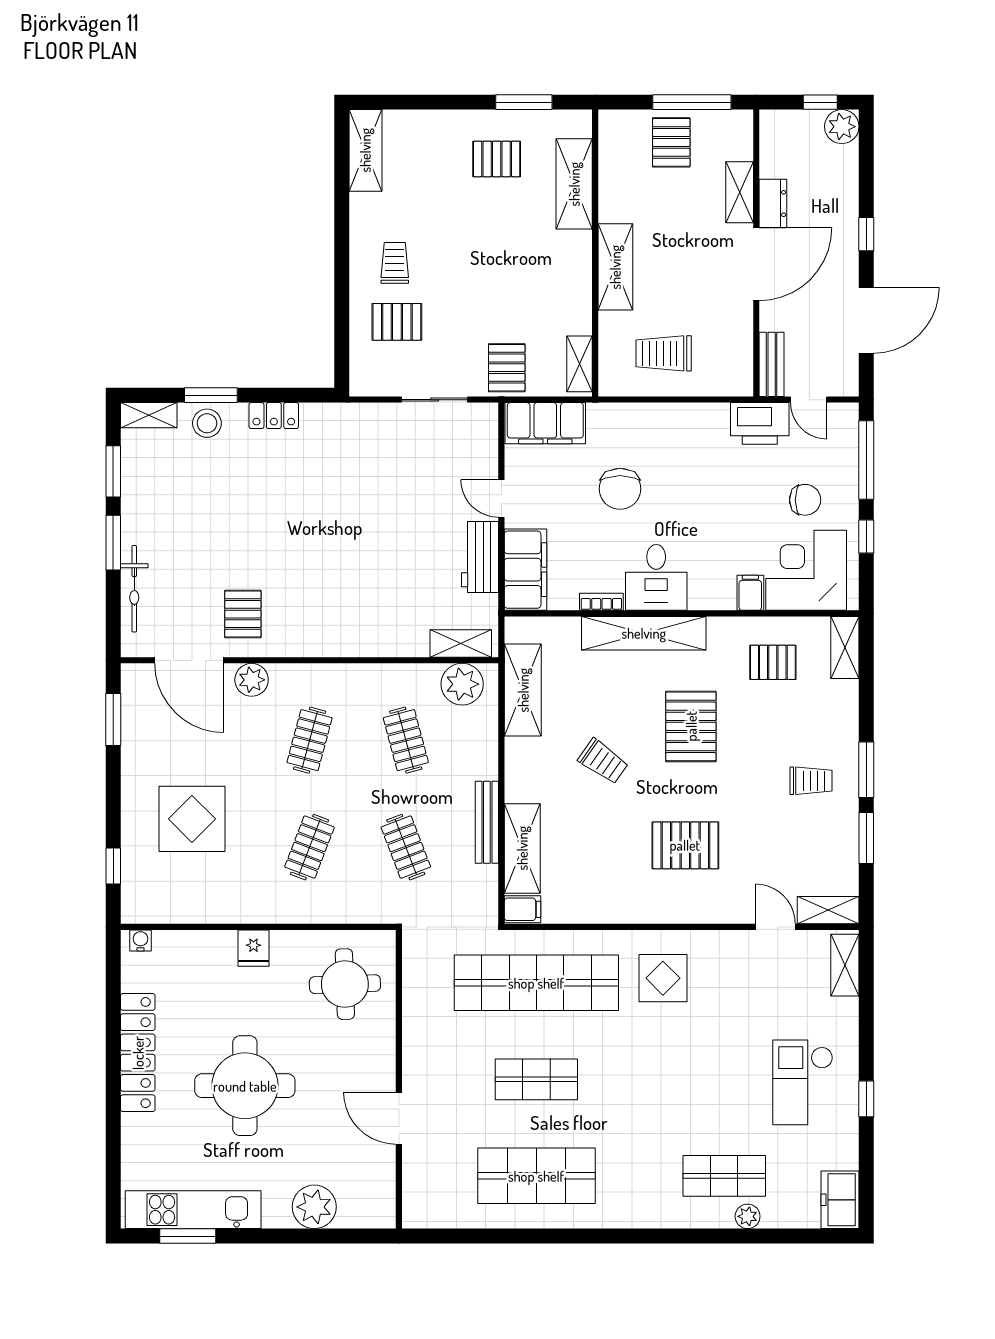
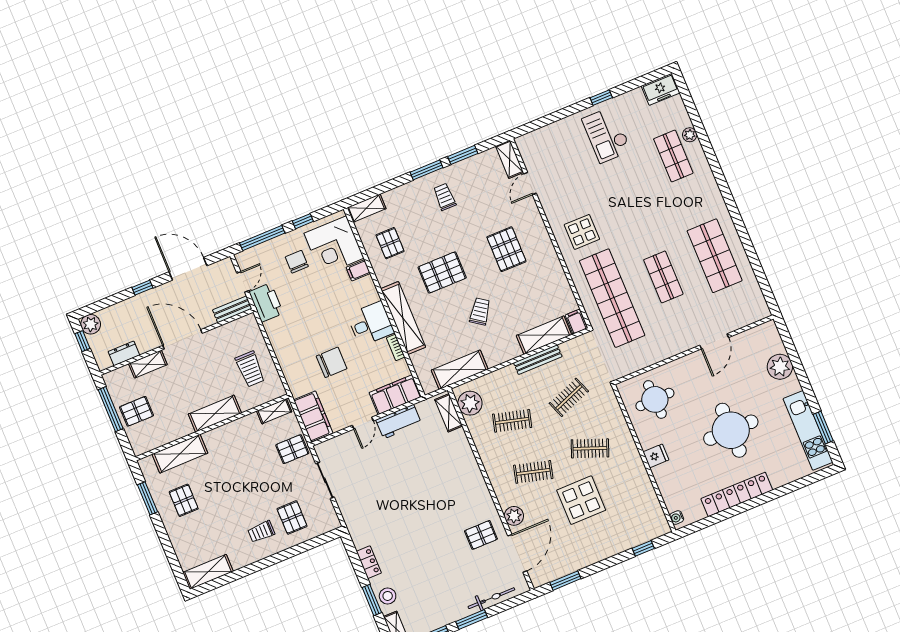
dresser: (773, 204) -> (124, 353), moved
clothes rail: (406, 740) -> (512, 421), turned 30
display table: (192, 819) -> (581, 500), moved
shelving: (845, 965) -> (535, 138), removed
checkout: (803, 1082) -> (606, 135), turned 90

